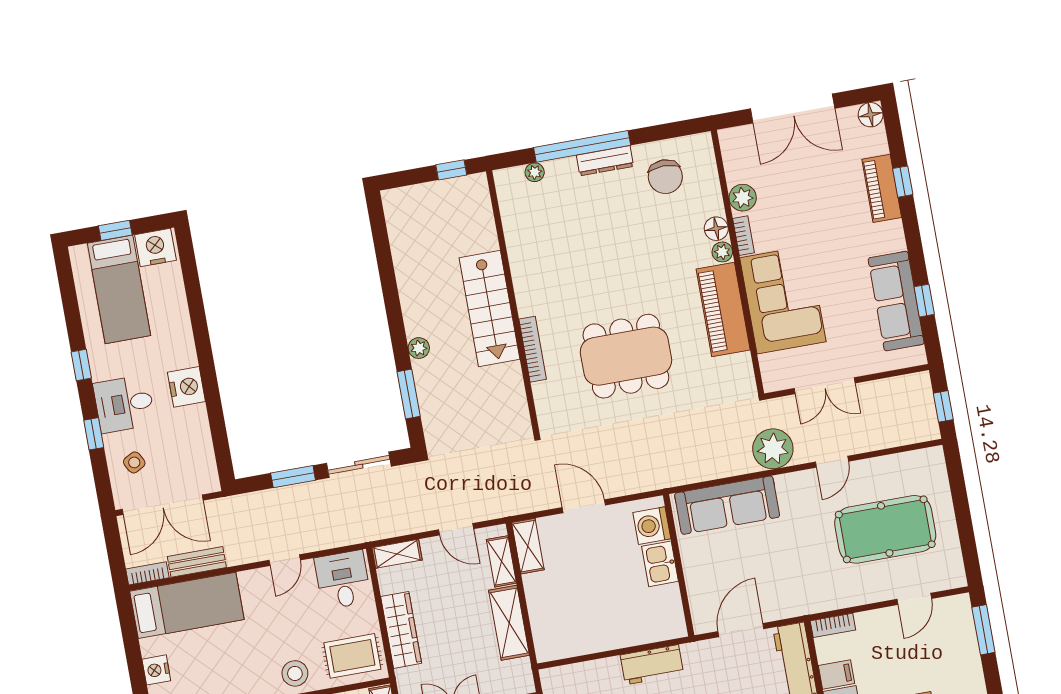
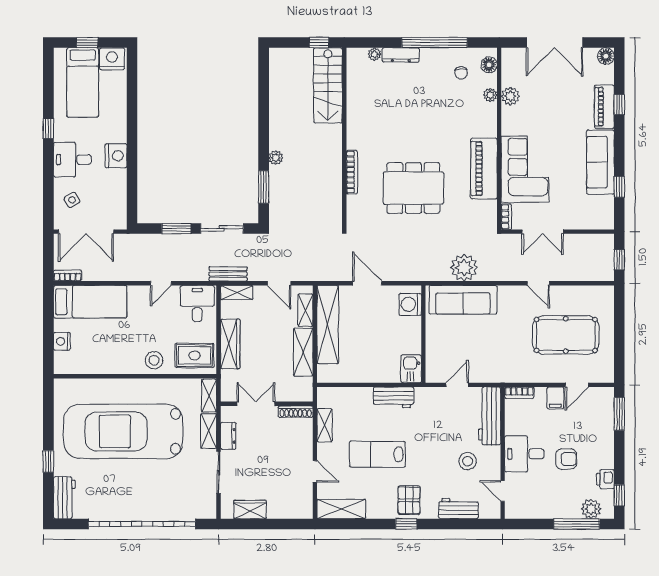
window: (582, 146) -> (434, 43), moved
dresser: (605, 161) -> (401, 55), moved
chair: (665, 177) -> (461, 73), width x0.54, depth x0.54
floor lamp: (716, 229) -> (489, 65), moved
bookcase: (743, 236) -> (506, 217), moved
plant: (722, 252) -> (490, 95), moved
sofa: (896, 301) -> (600, 162), moved
stairs: (489, 308) -> (328, 85), moved
window: (94, 434) -> (48, 176), removed
plant: (773, 449) -> (464, 268), moved
door: (832, 462) -> (538, 283), hinge flipped
shelving: (528, 546) -> (328, 325), width x2.20, depth x1.33
bench: (197, 562) -> (228, 274), moved
kitchen sink: (660, 564) -> (411, 369), moved
door: (741, 630) -> (457, 385), width x0.73
filing cabinet: (836, 675) -> (555, 398), moved, turned 90

